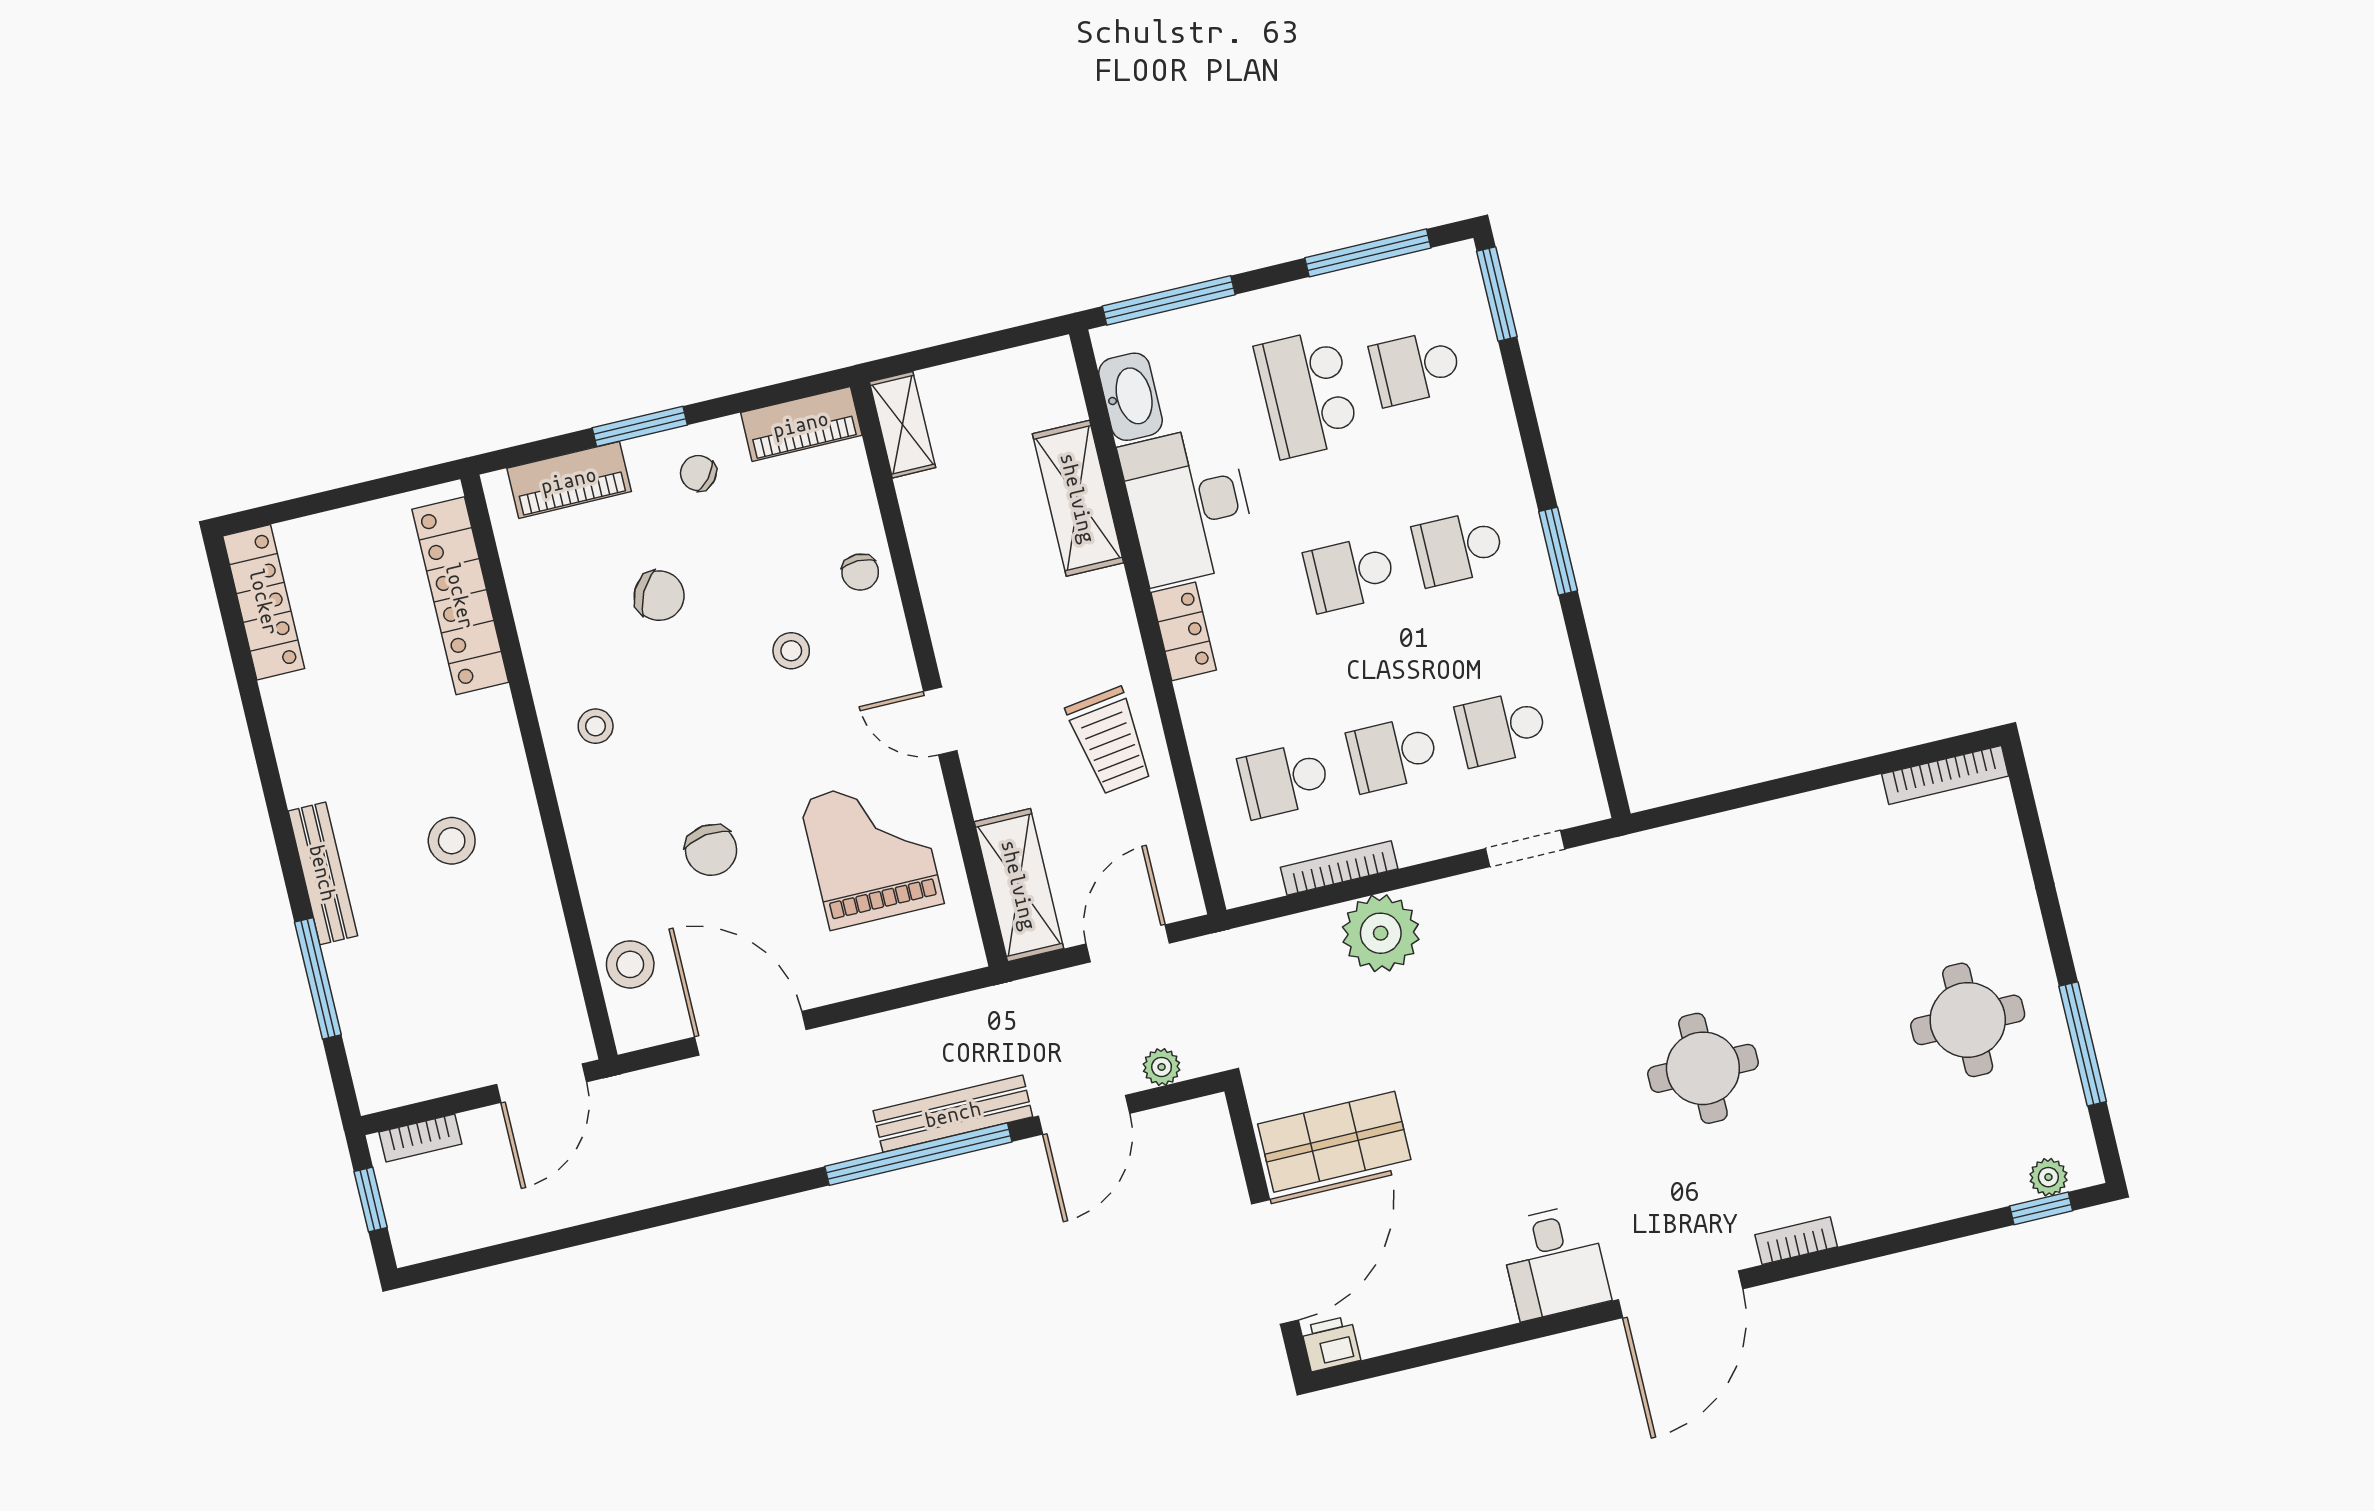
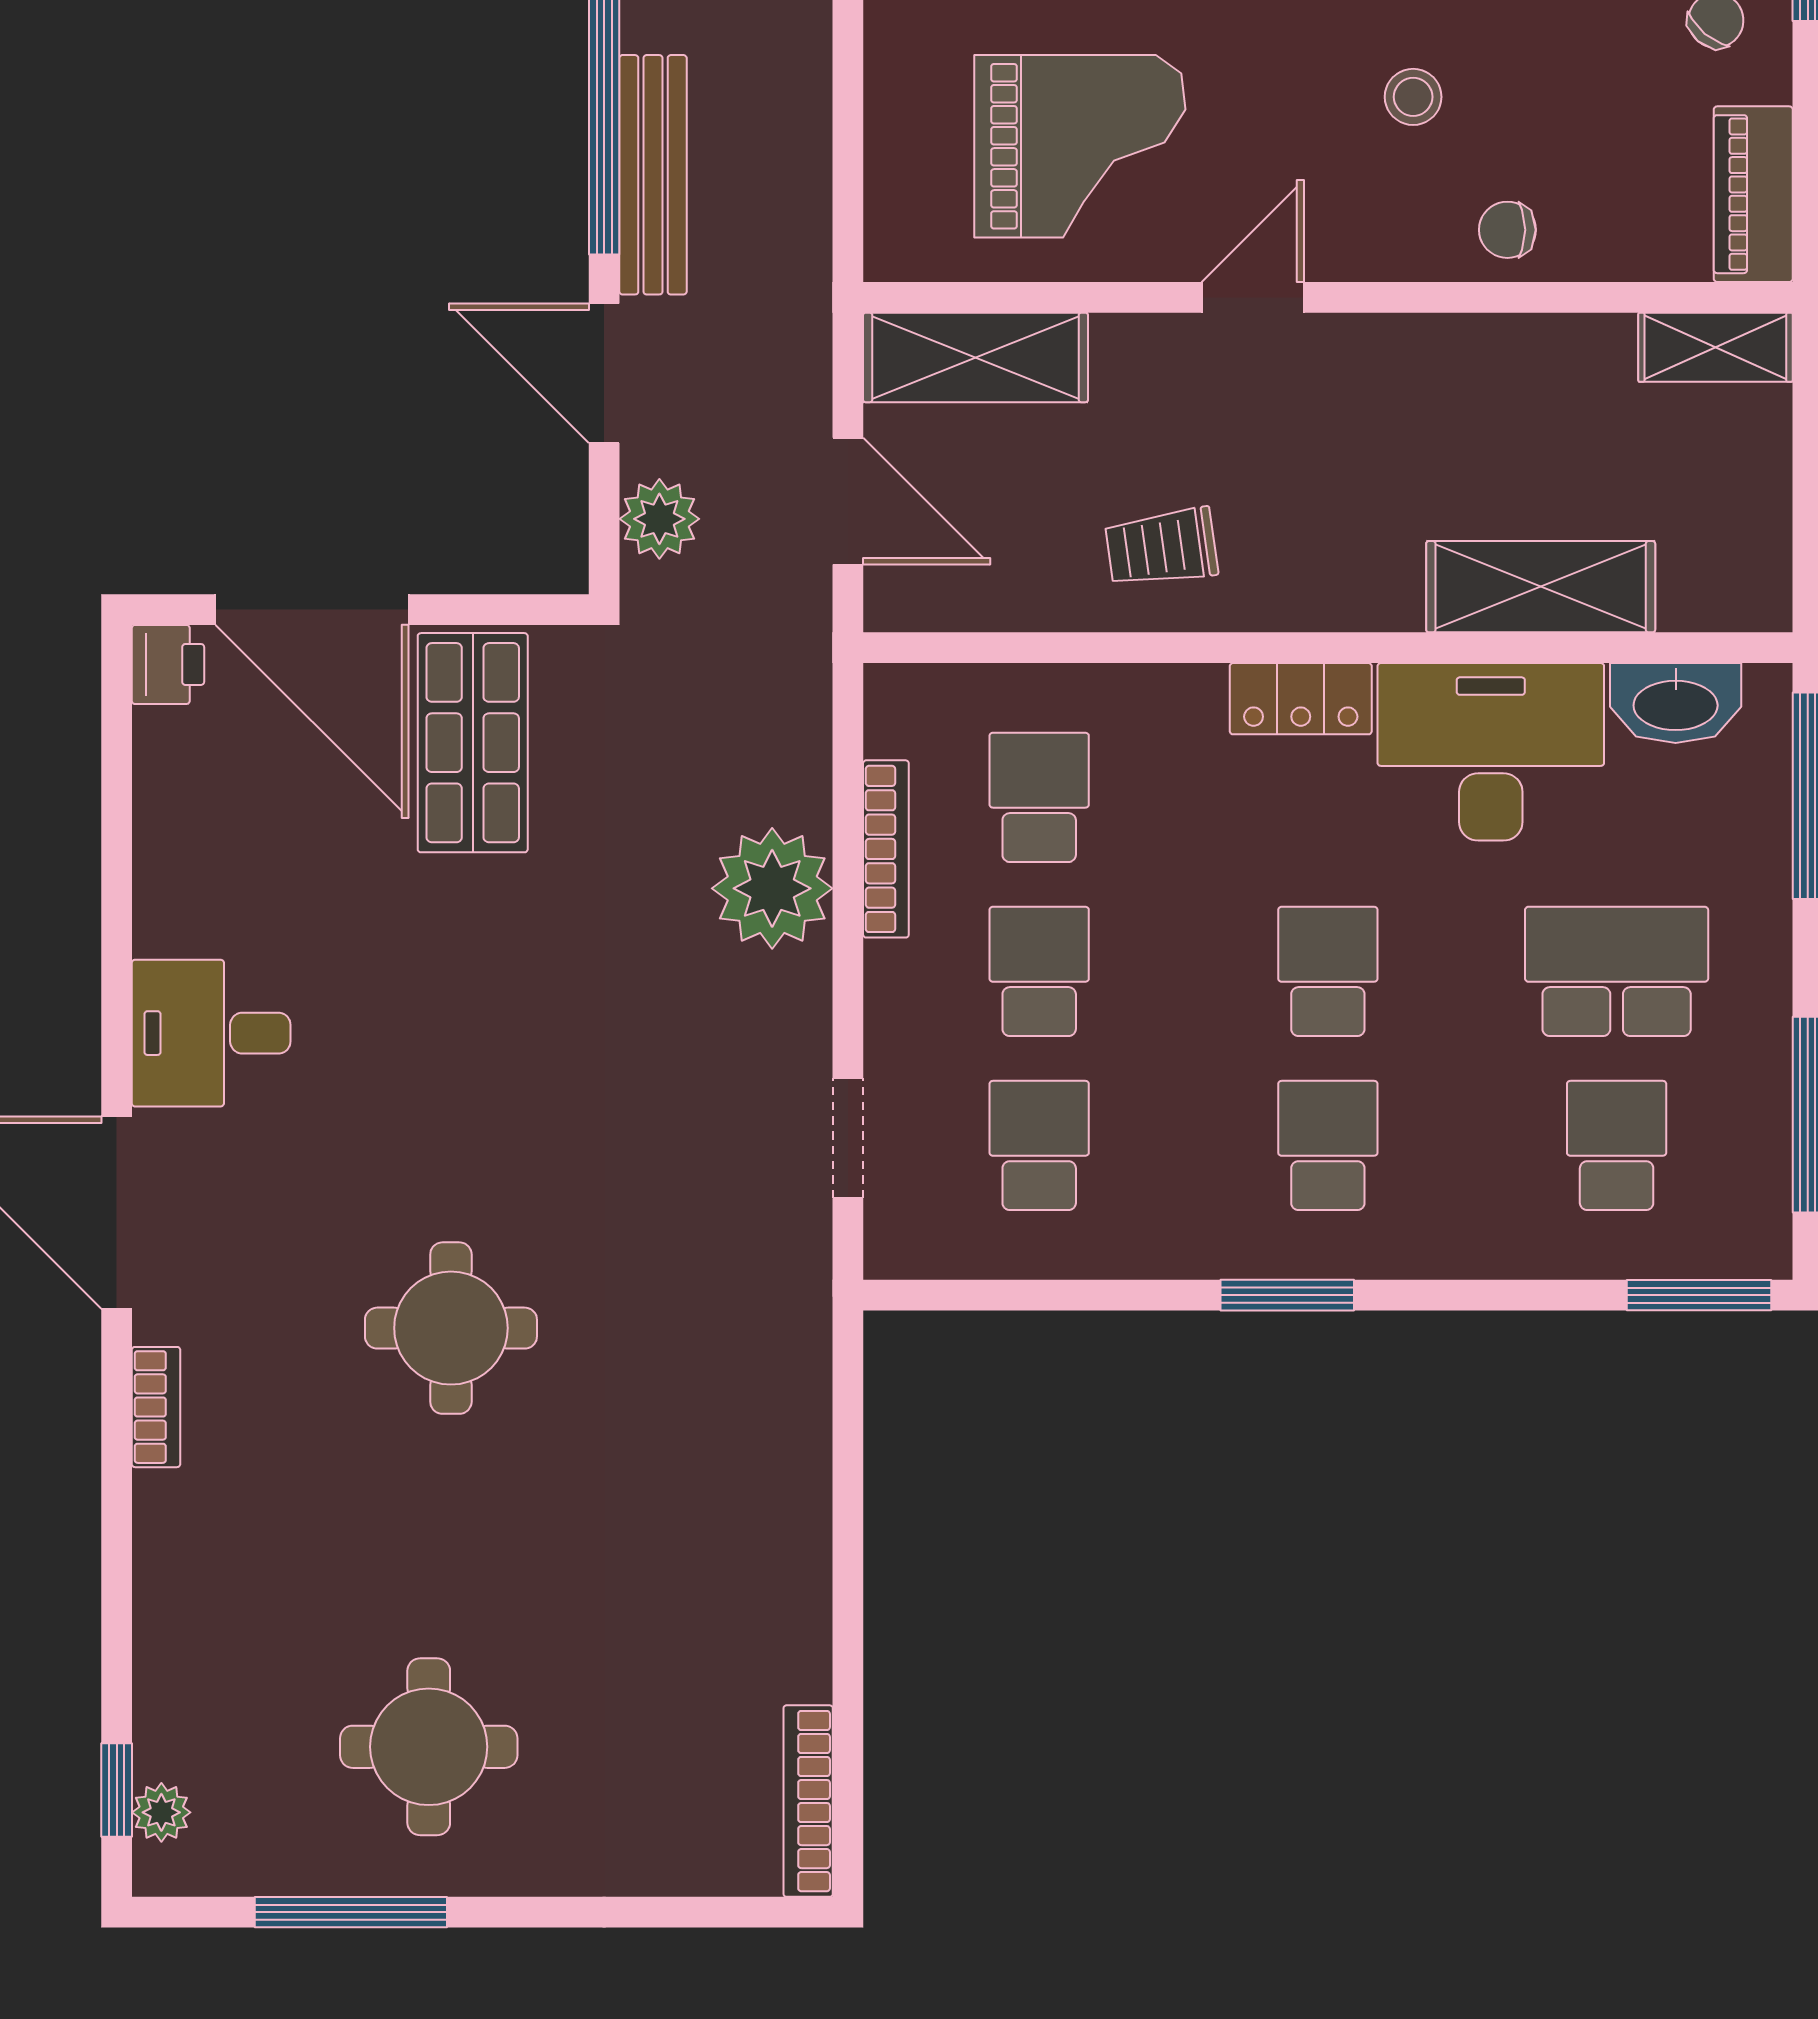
trolley: (1110, 741) -> (1162, 547), width x0.73, depth x0.72
plant: (1162, 1067) -> (659, 519), width x1.38, depth x1.38

